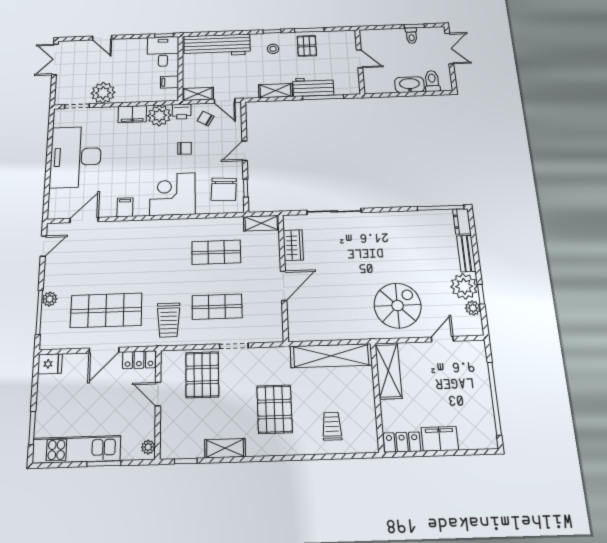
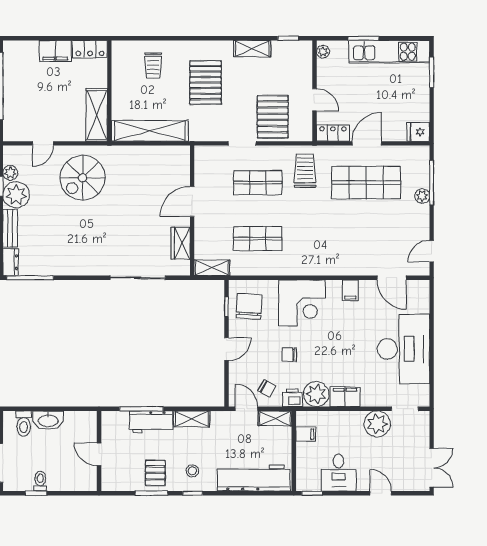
desk: (163, 52) -> (339, 473), moved
door: (84, 220) -> (392, 278), hinge flipped

